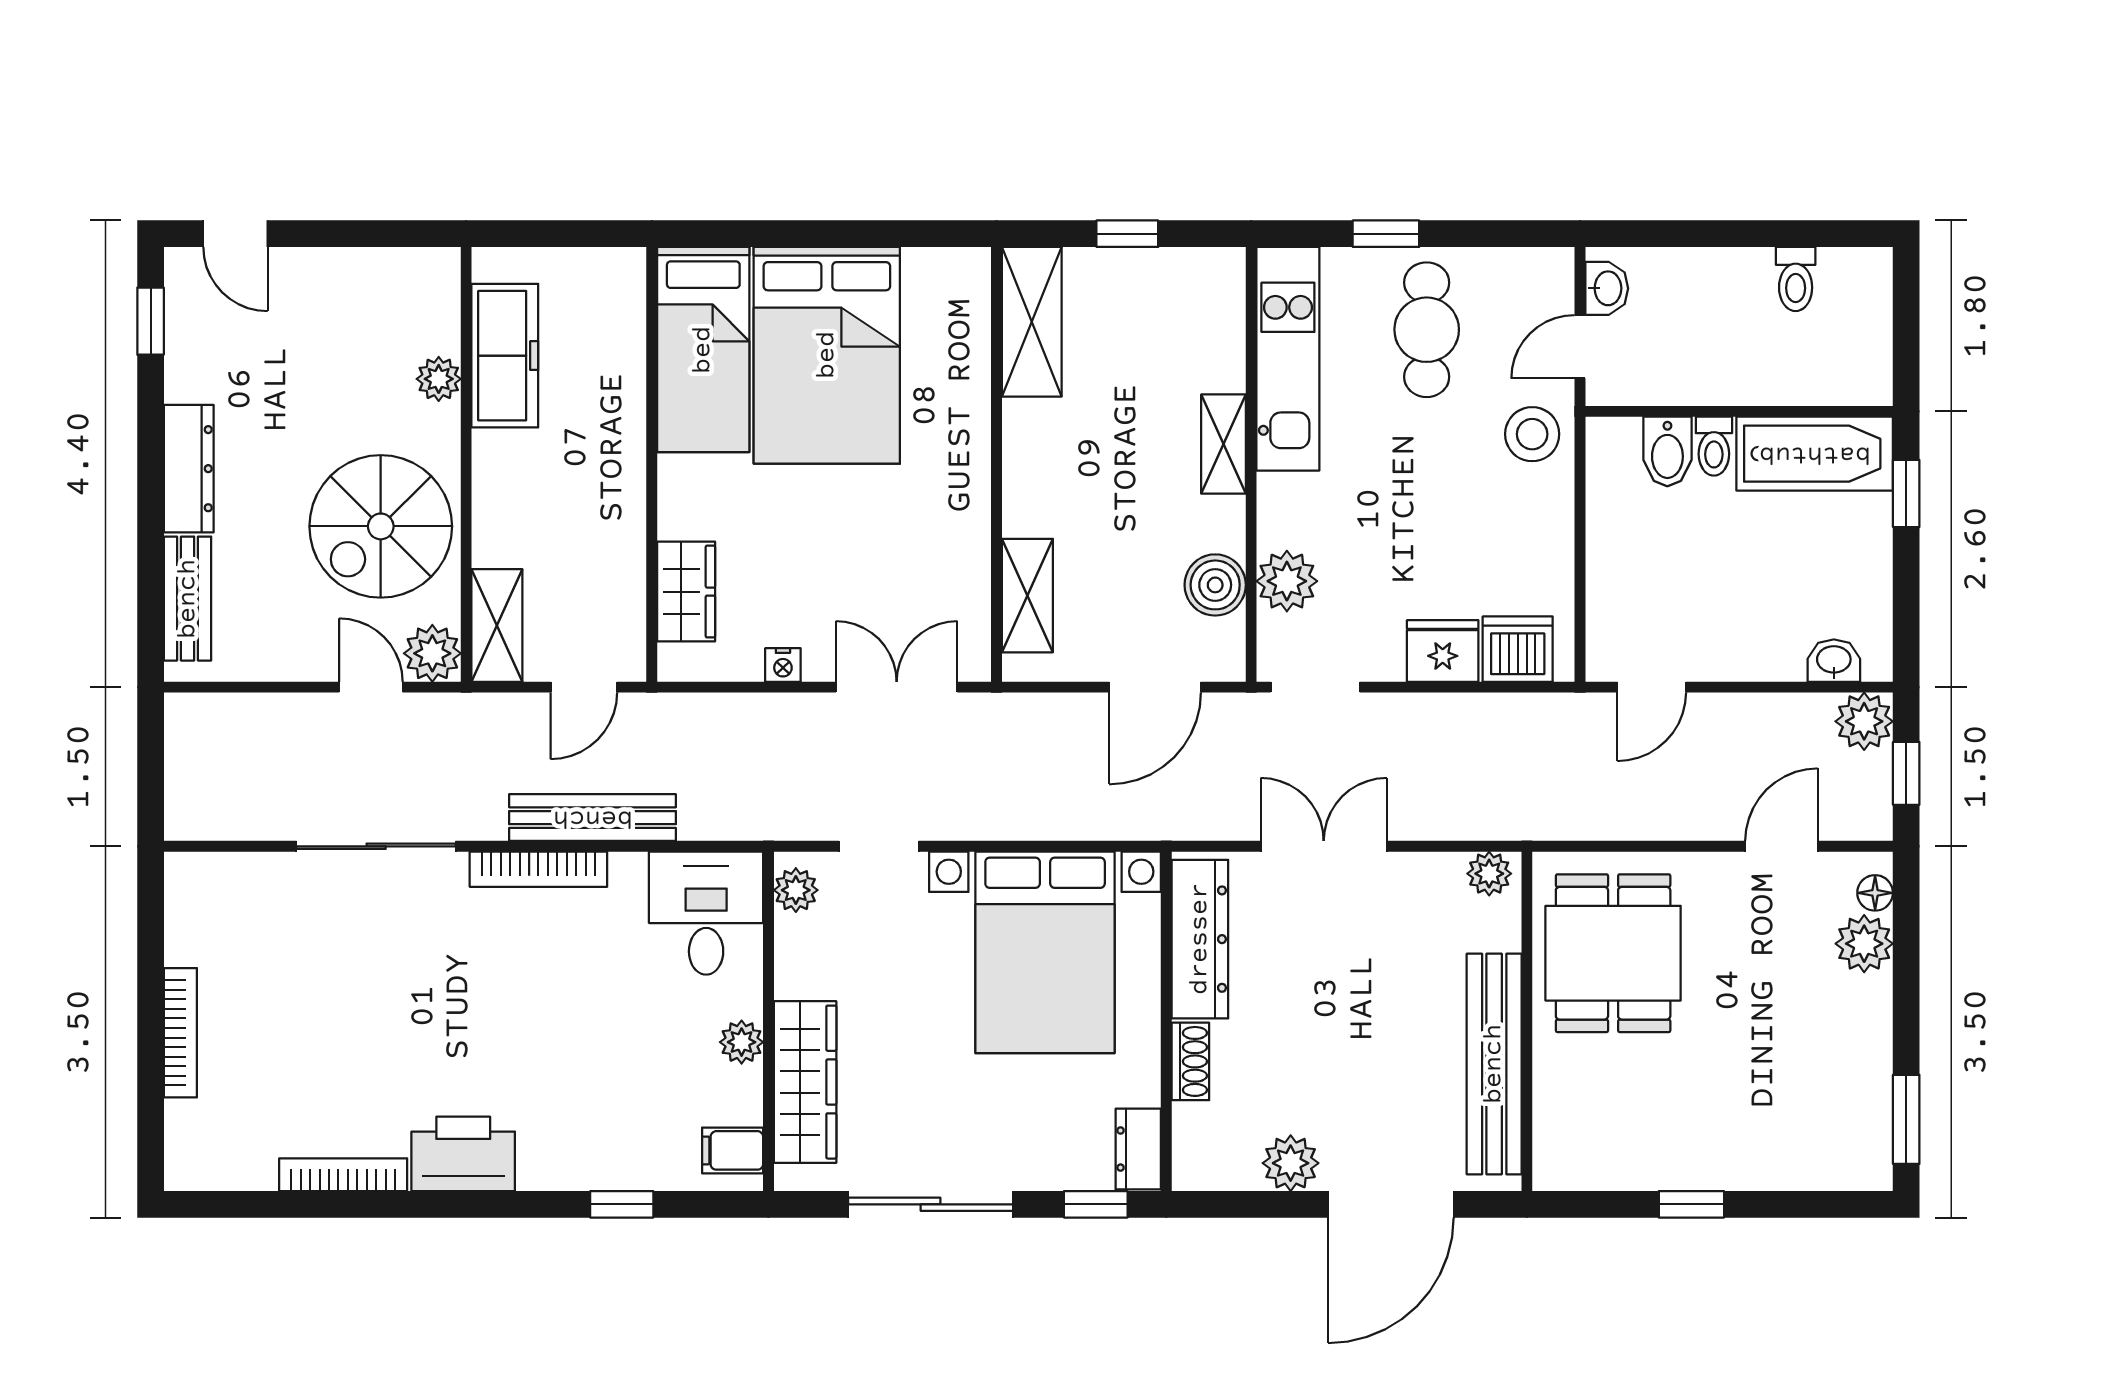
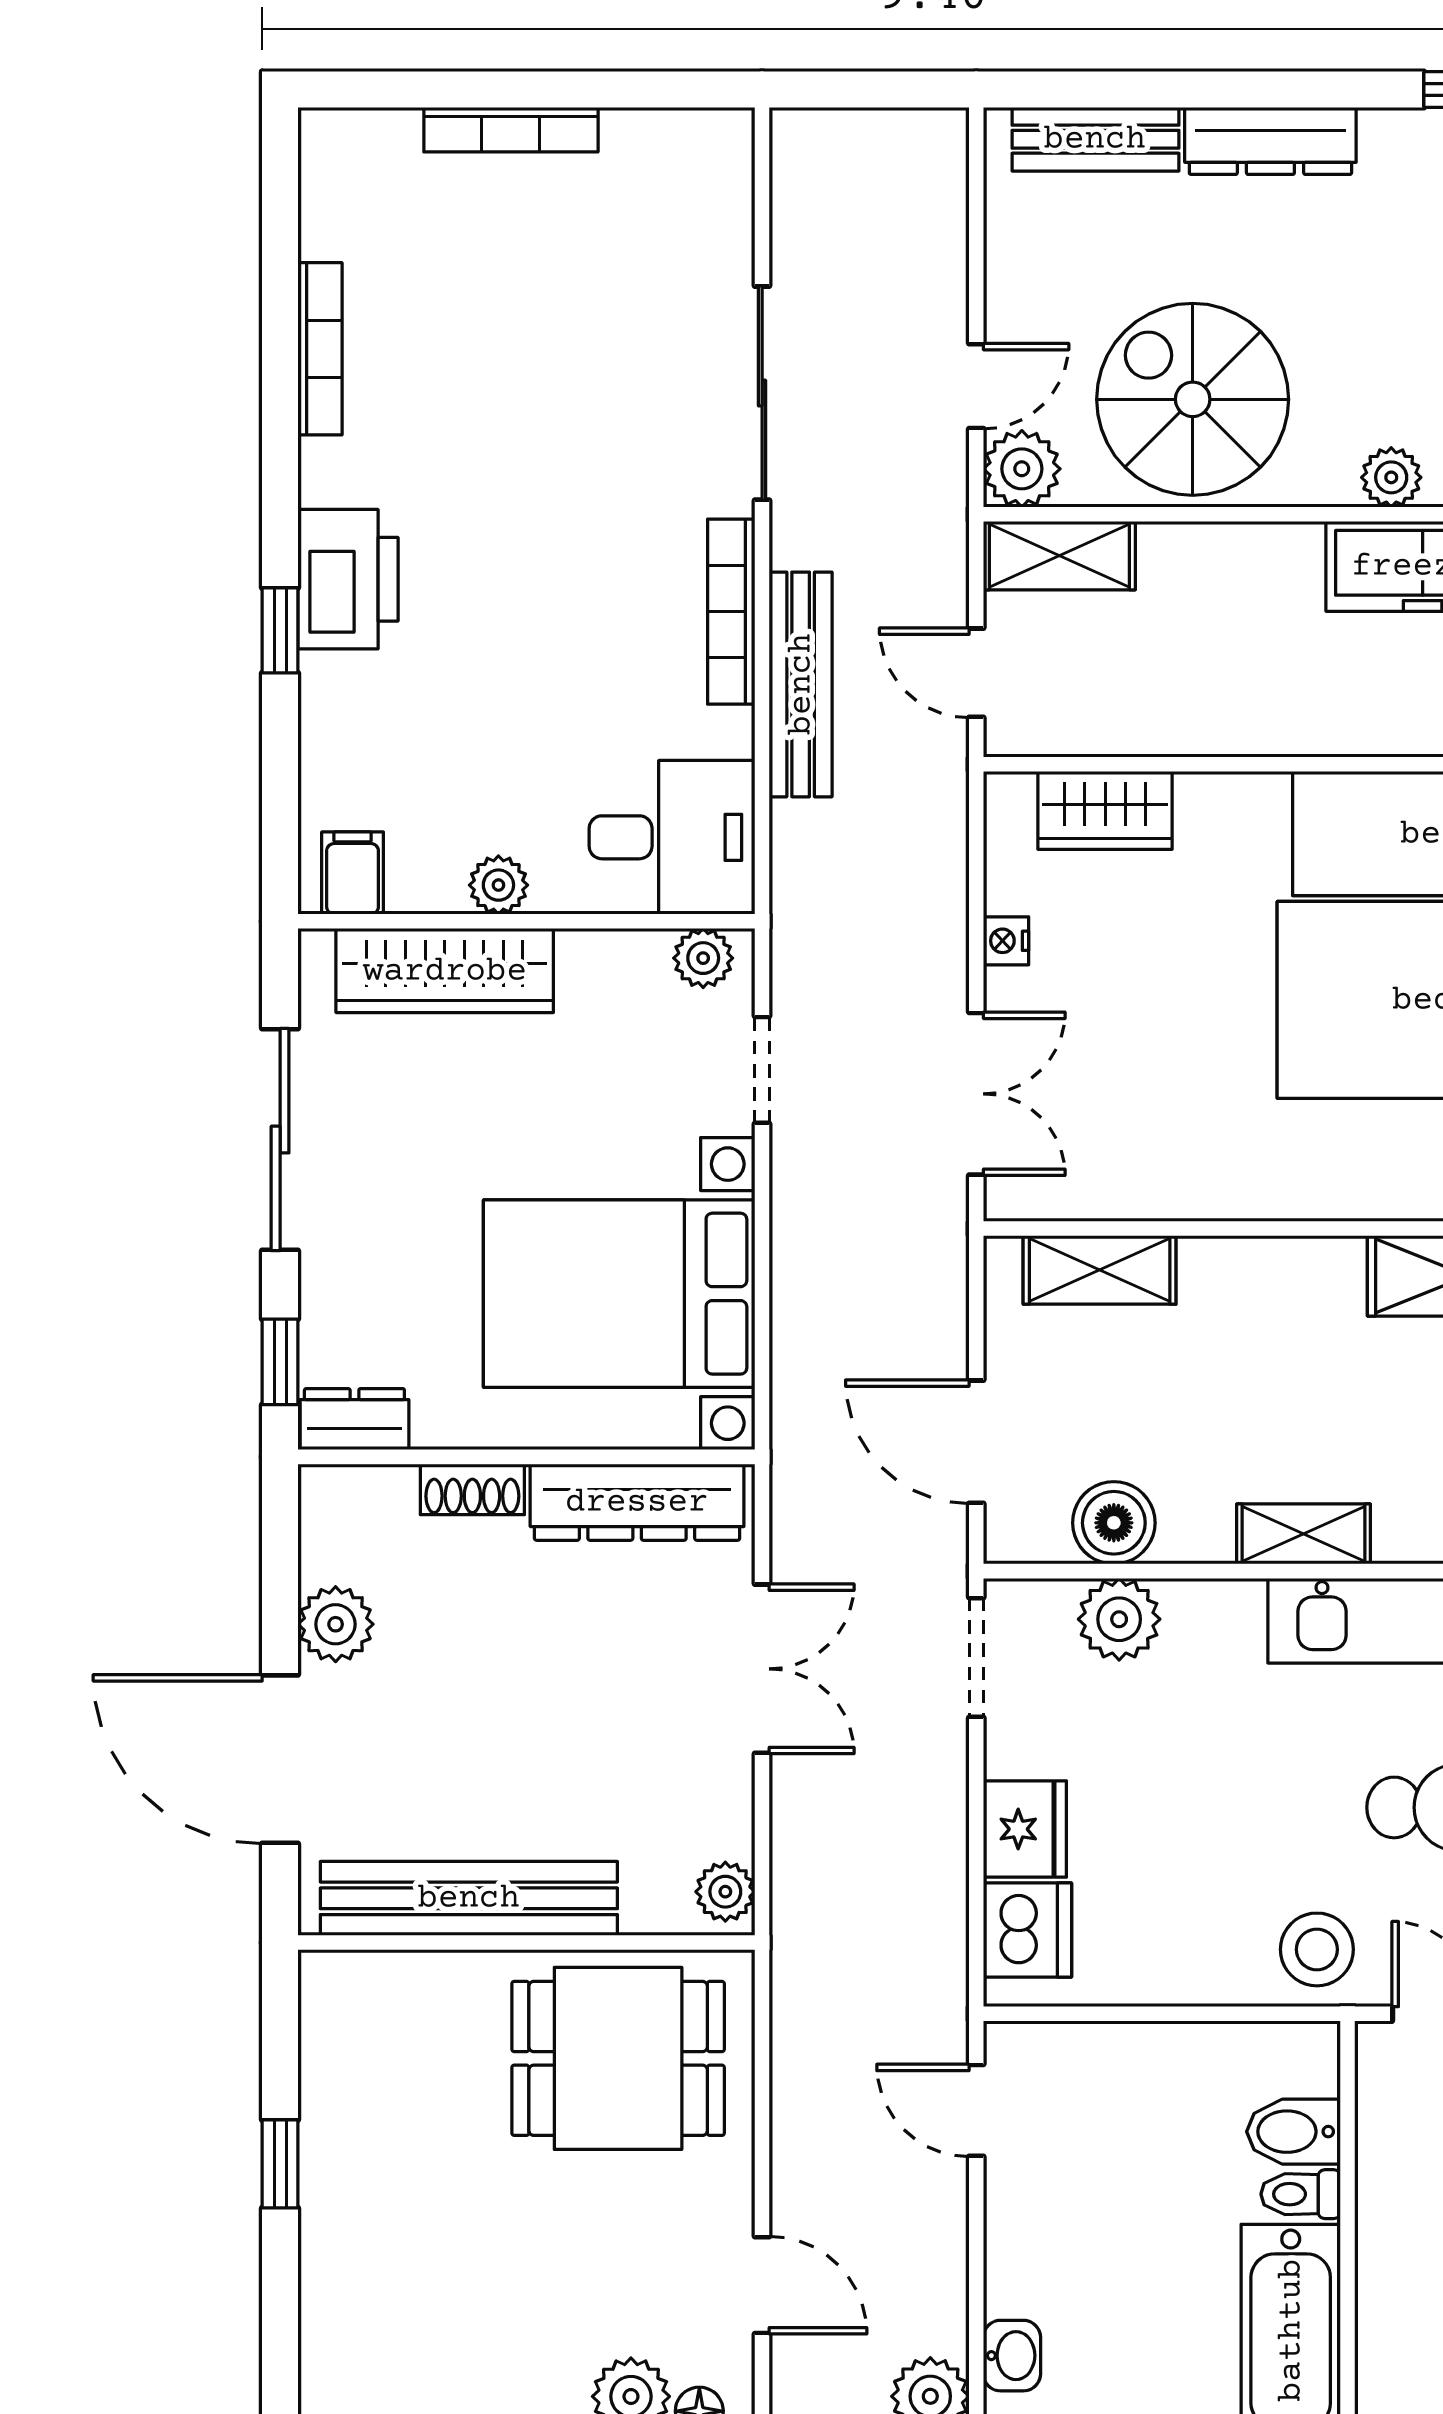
printer: (463, 1154) -> (348, 579), moved
window: (622, 1204) -> (280, 630), moved

